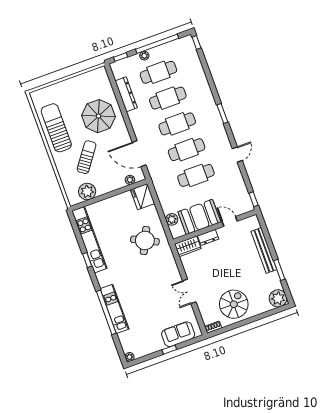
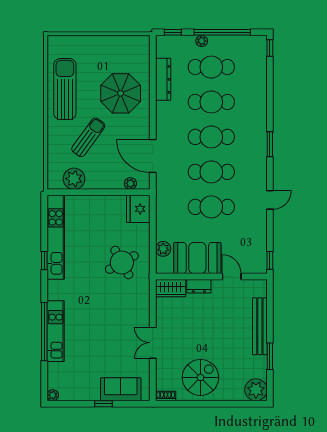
round table: (145, 241) -> (122, 263), turned 35

